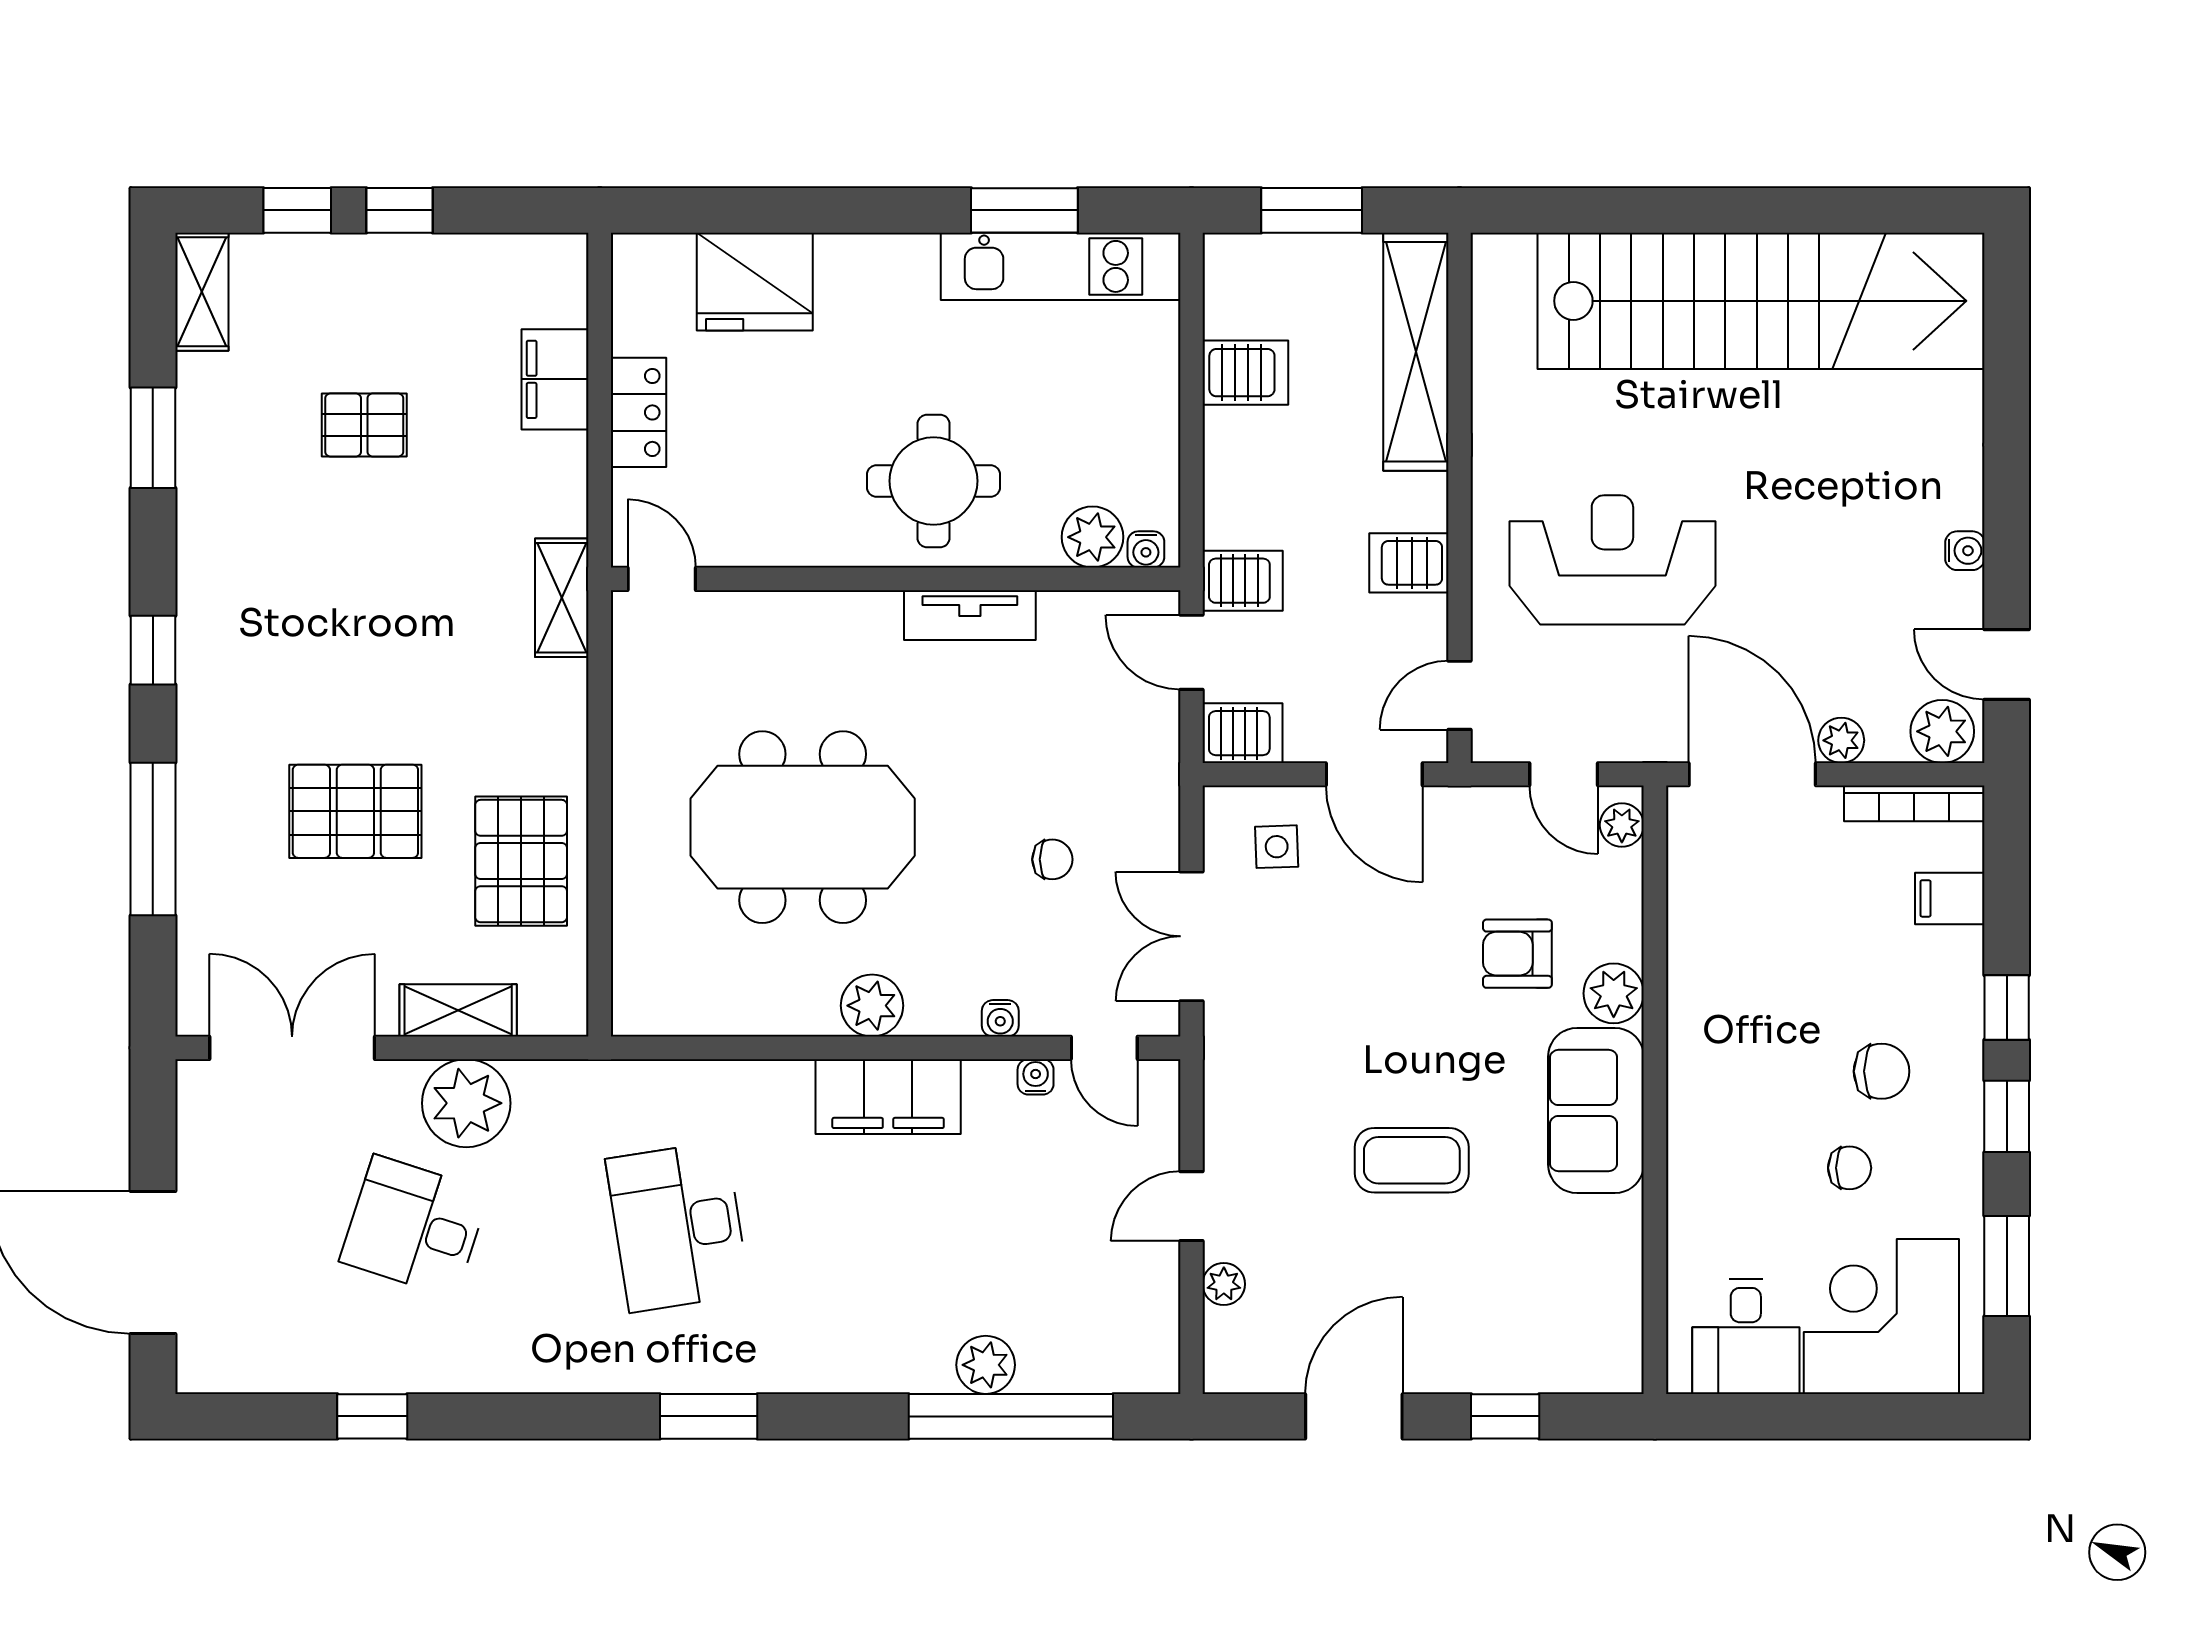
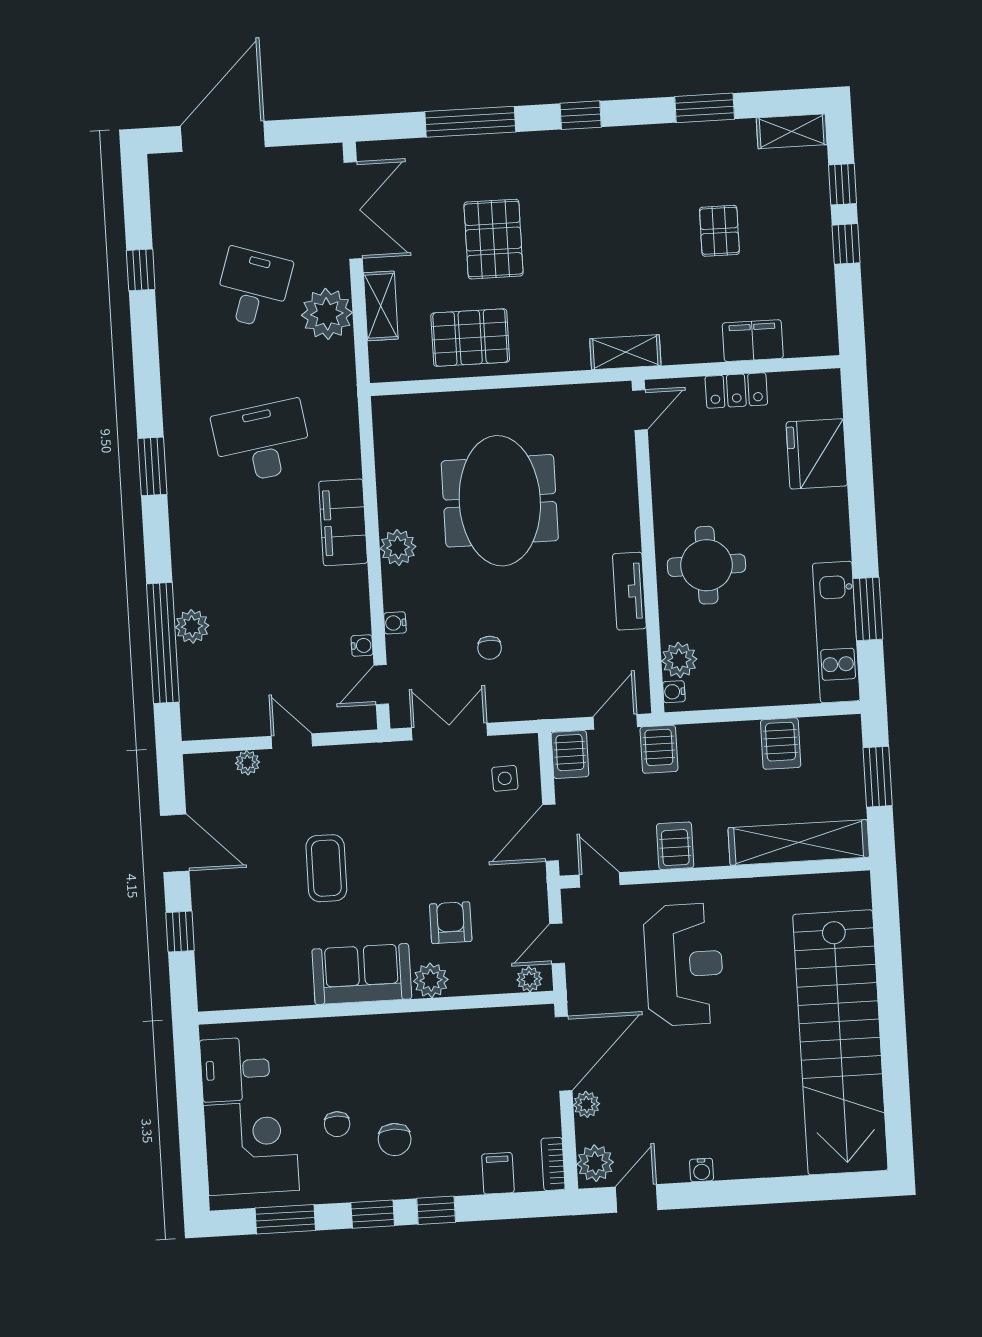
bookcase: (1914, 803) -> (553, 1164), width x0.64
filing cabinet: (888, 1097) -> (343, 522), moved

